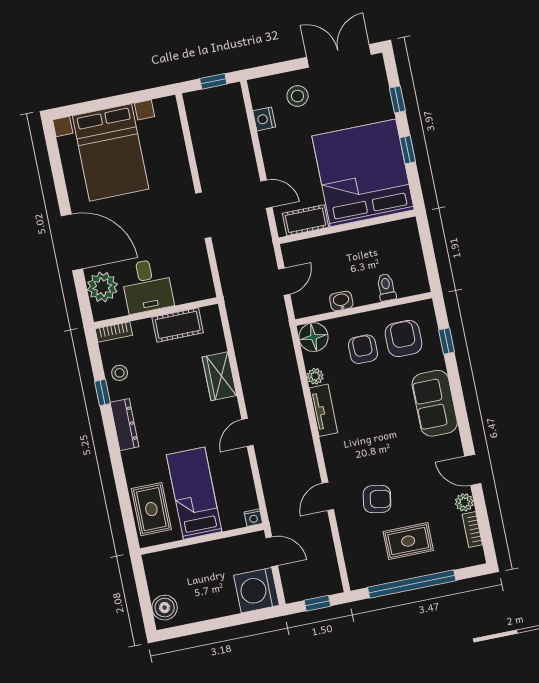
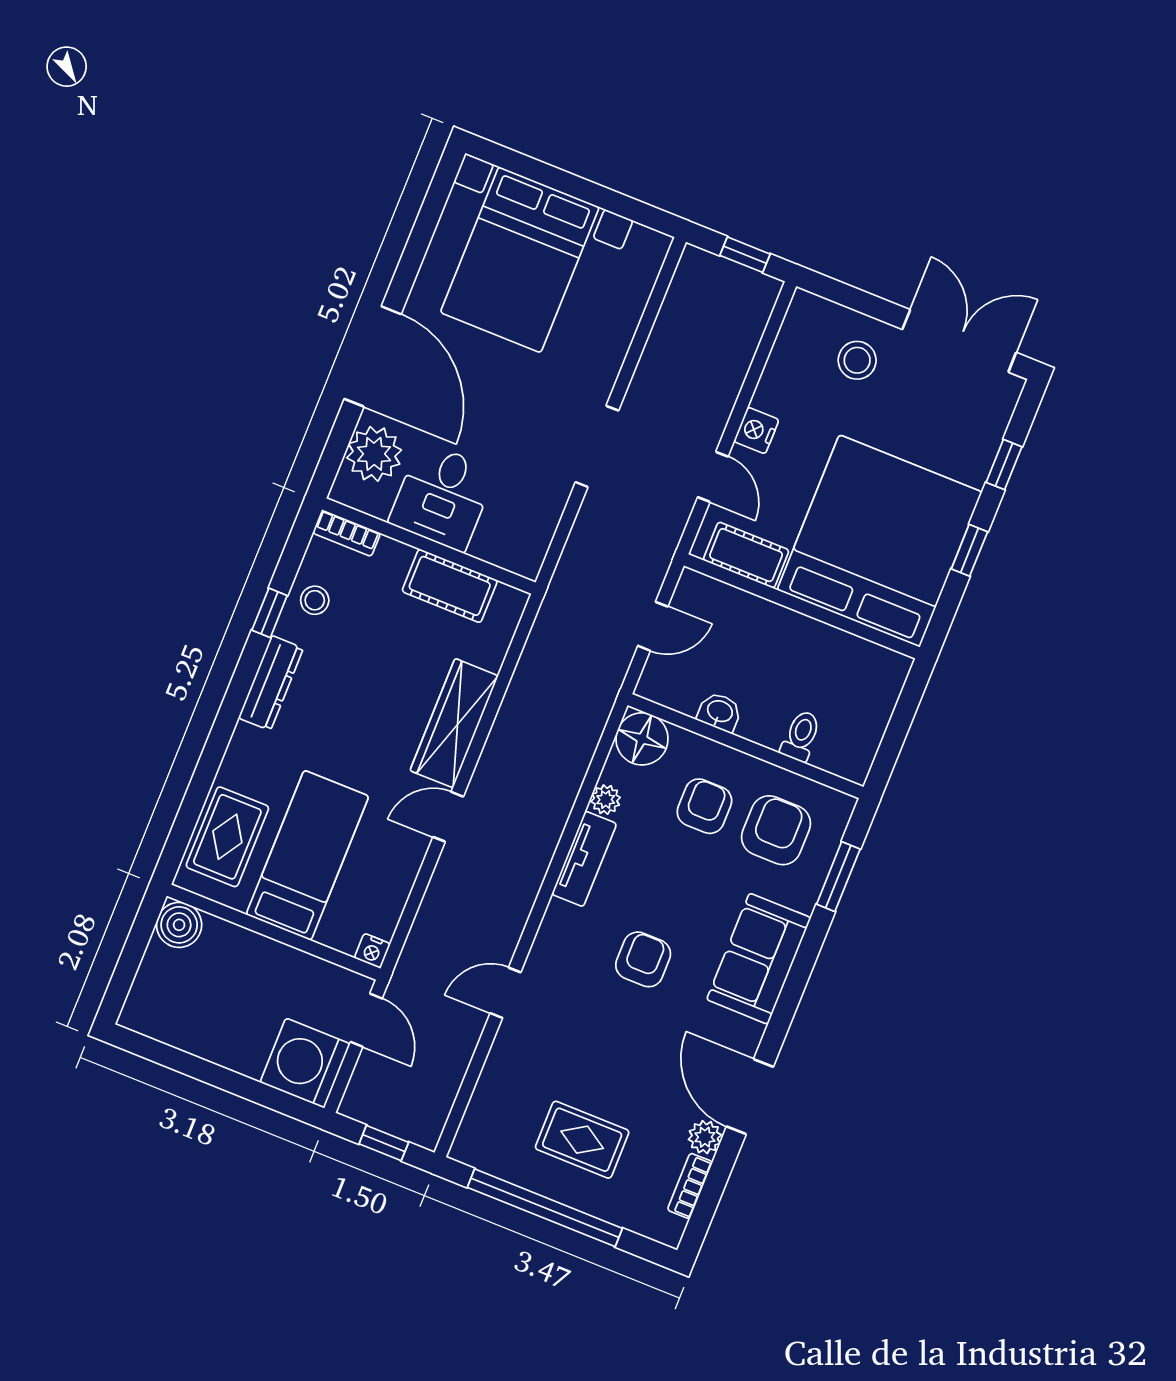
nightstand: (264, 119) -> (756, 431), moved
window: (447, 341) -> (838, 877), width x1.50
wardrobe: (219, 376) -> (454, 723), width x1.50
door: (473, 470) -> (750, 1097), width x1.38
armchair: (377, 499) -> (643, 959), moved, turned -100
boiler: (165, 608) -> (179, 925), moved

